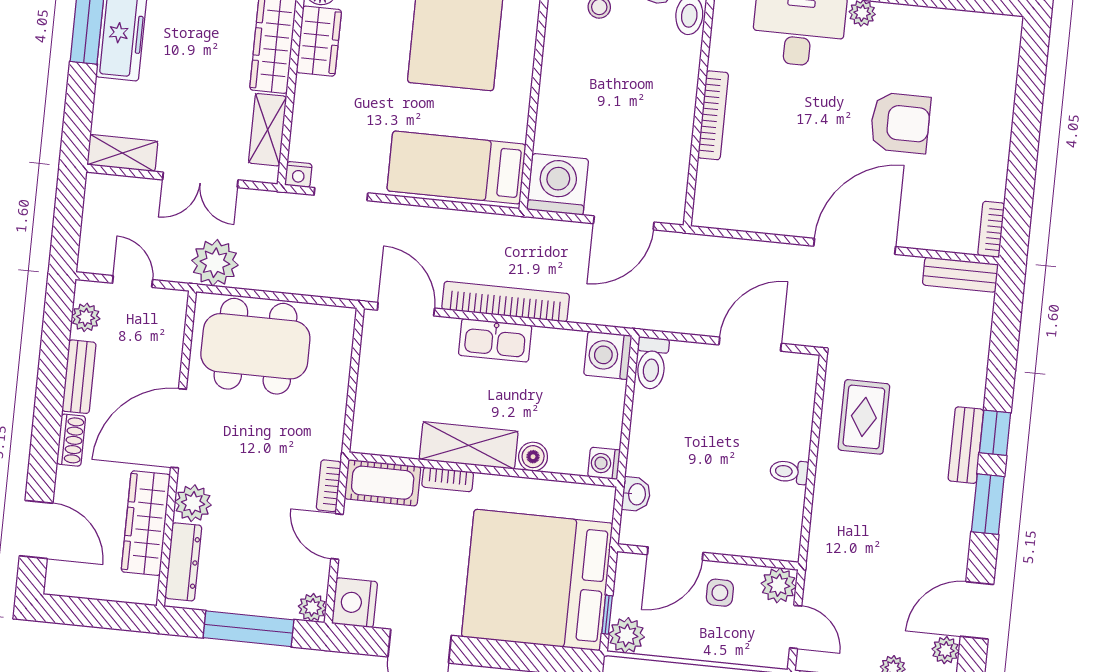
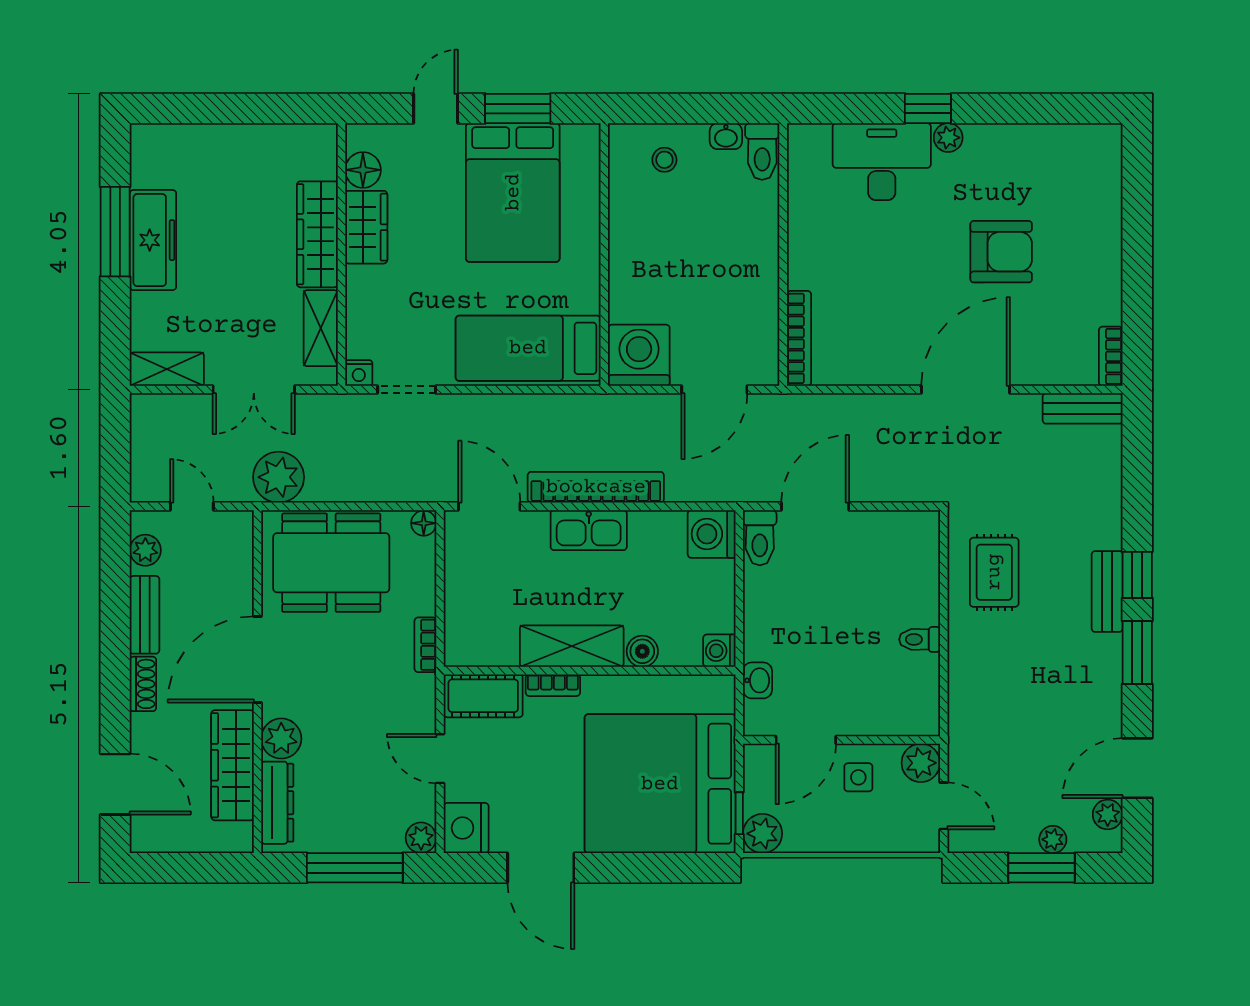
bookcase: (713, 115) -> (799, 338), moved
floor lamp: (344, 319) -> (424, 523), added
door: (750, 344) -> (815, 506), moved
bookcase: (329, 486) -> (425, 645), moved

